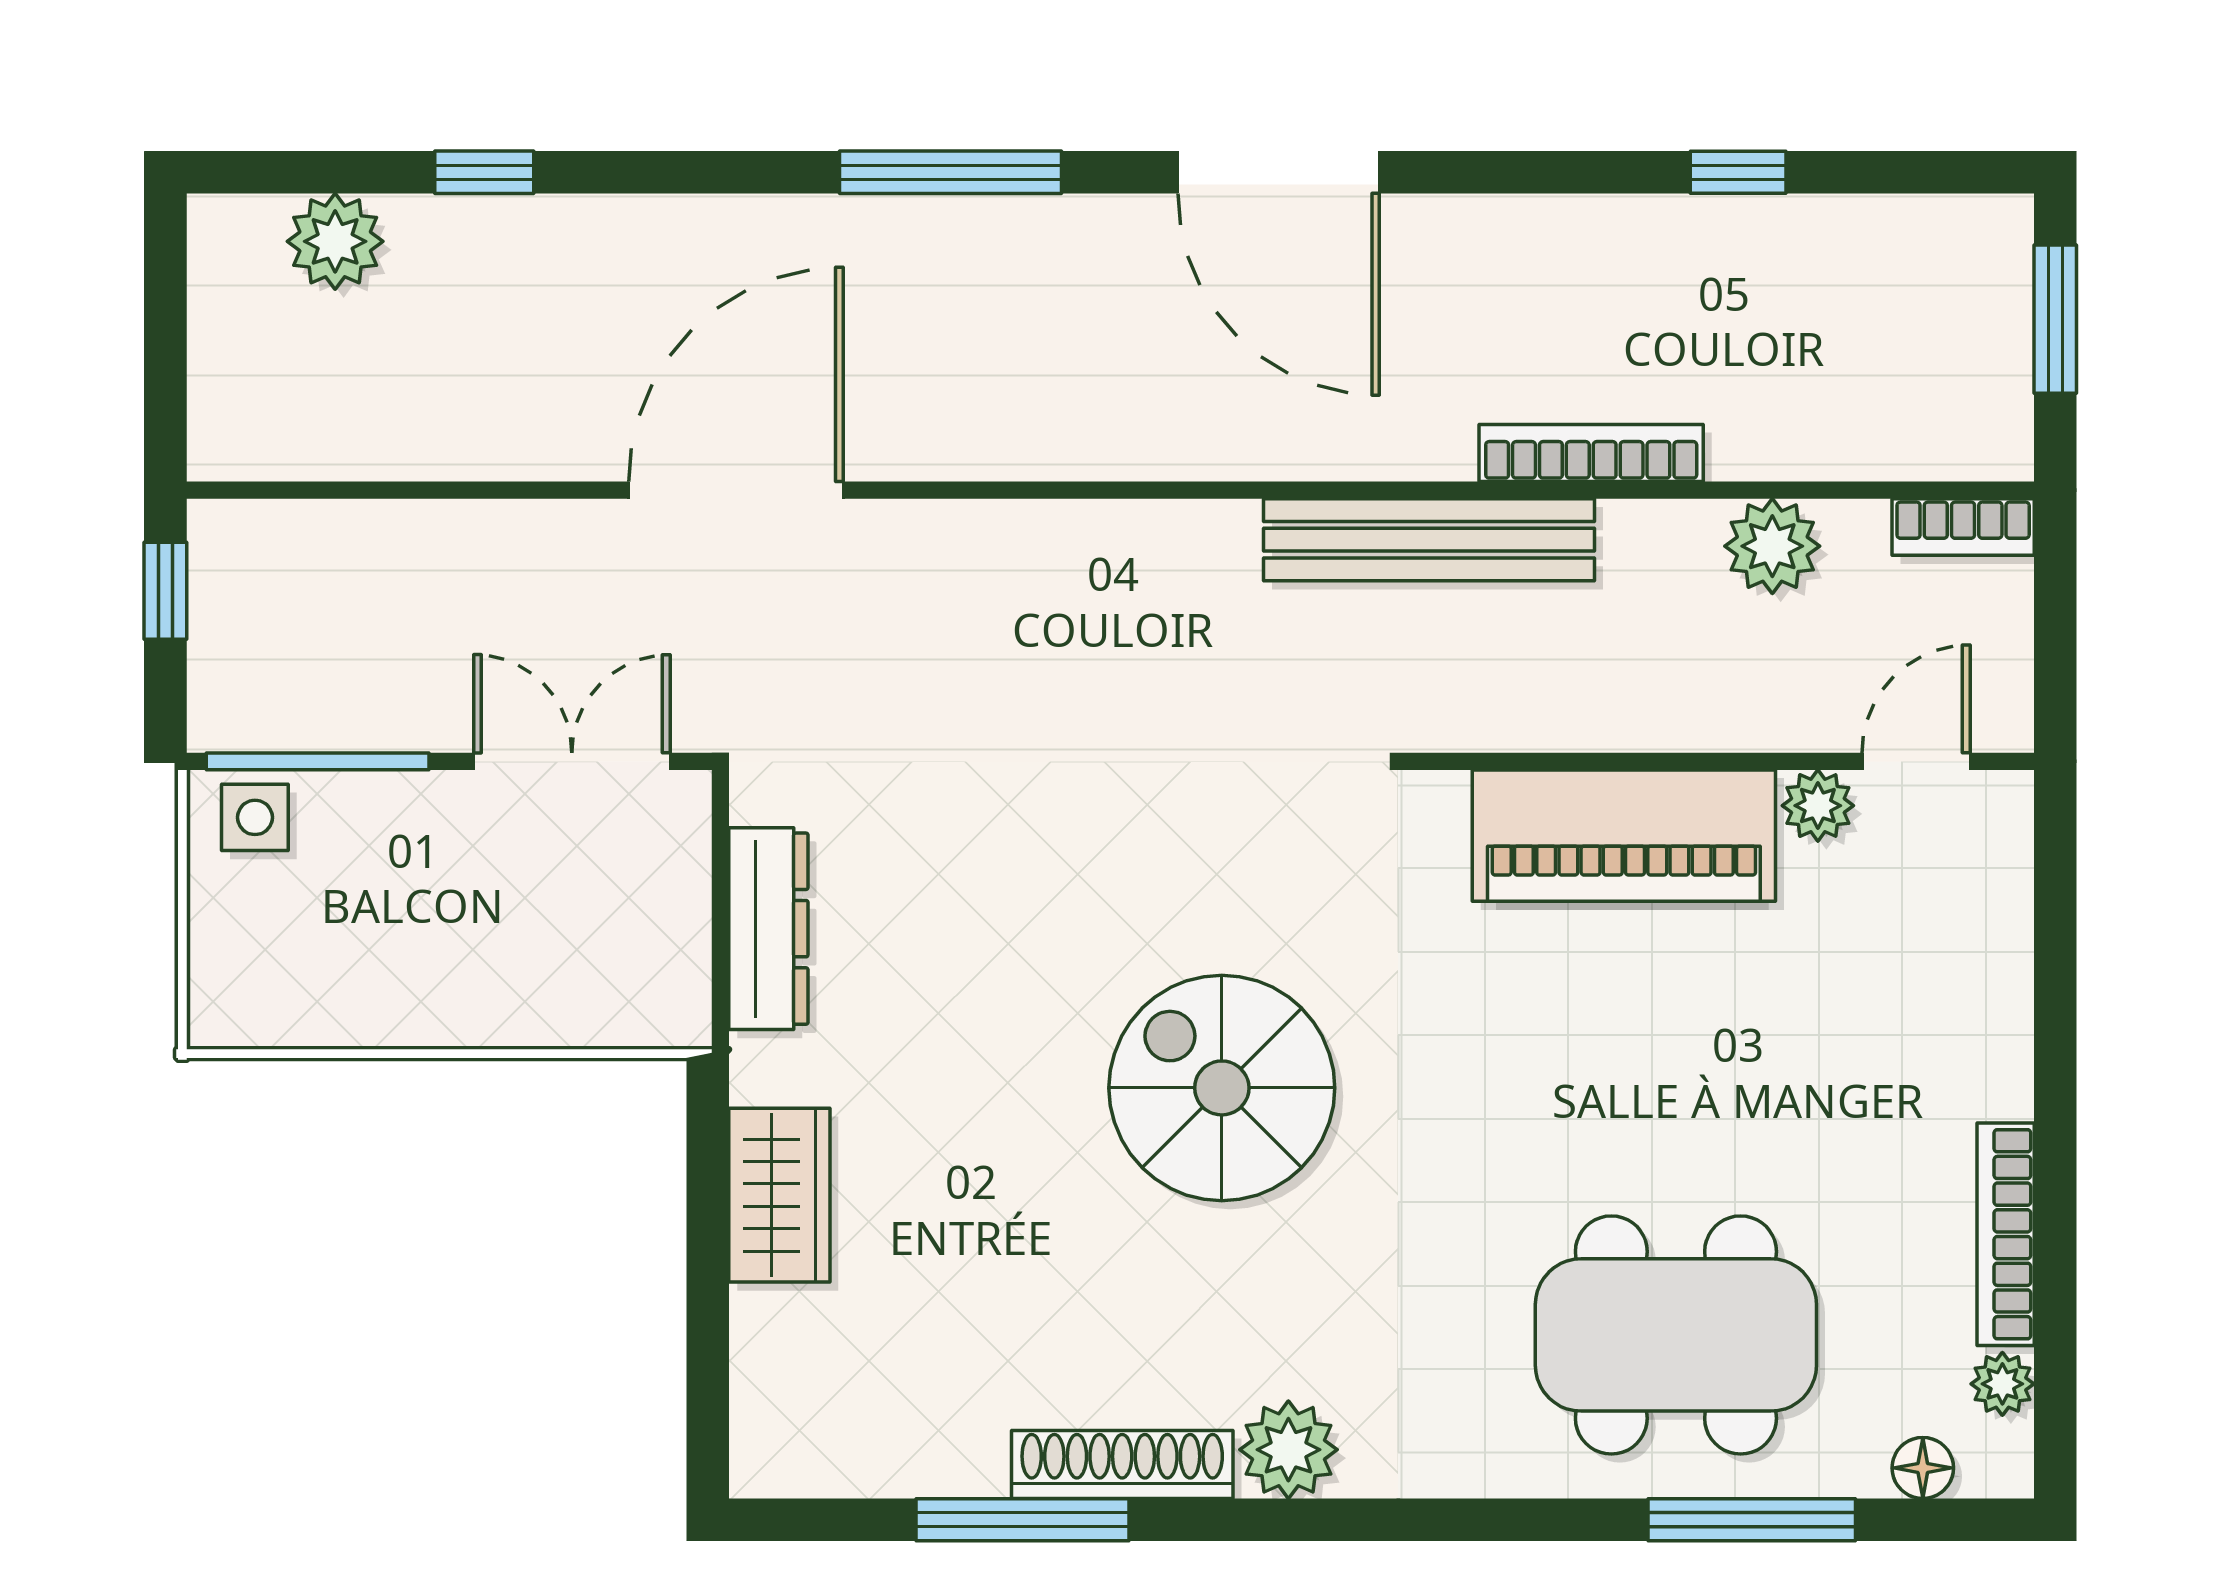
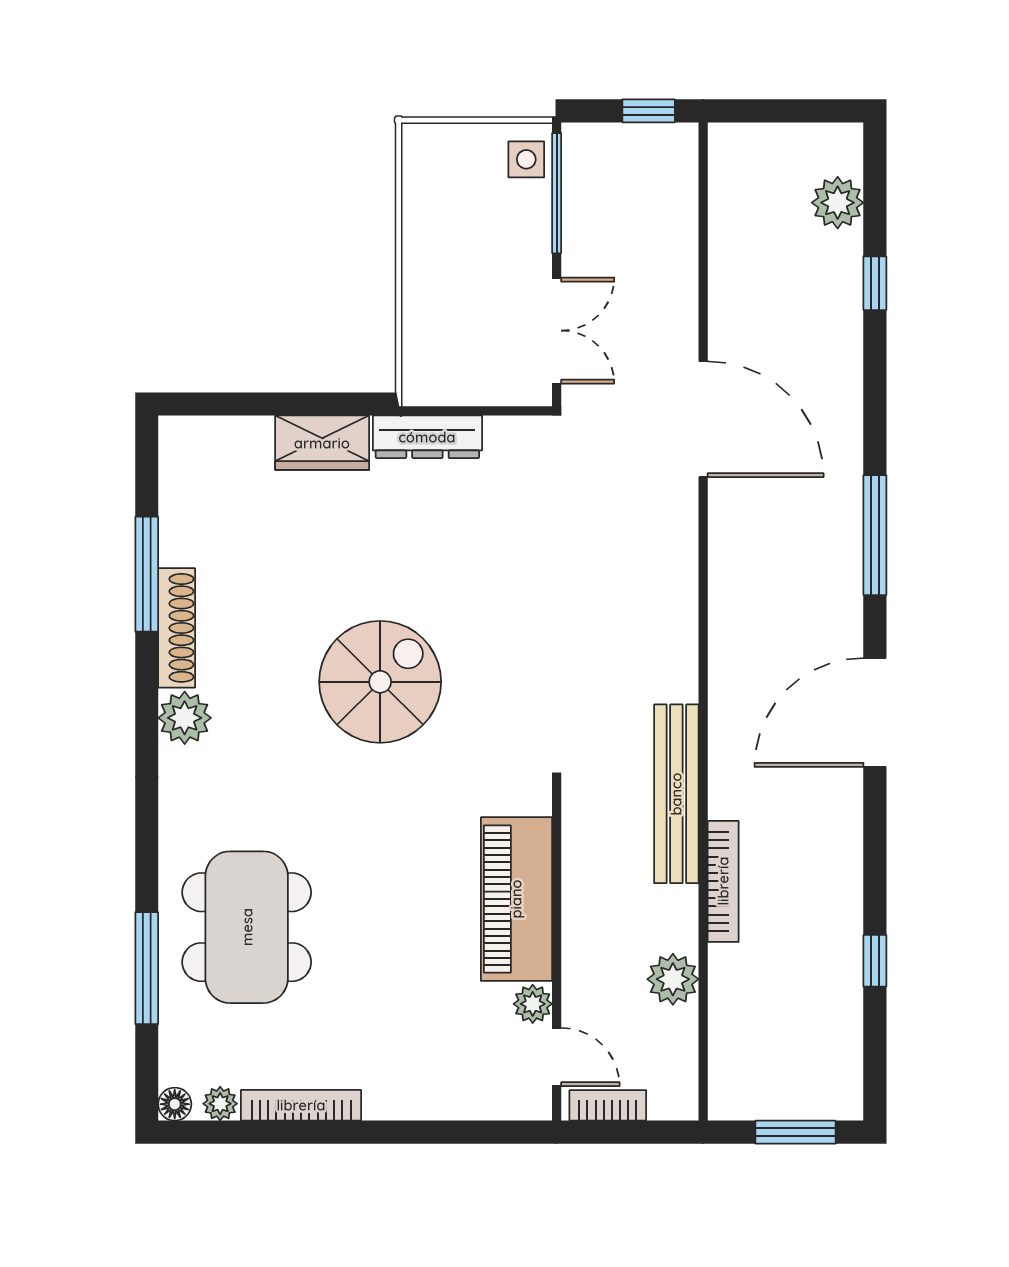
bookcase: (1963, 527) -> (608, 1105), moved, turned 90
dresser: (768, 929) -> (427, 437), moved
floor lamp: (1923, 1468) -> (175, 1104), moved

